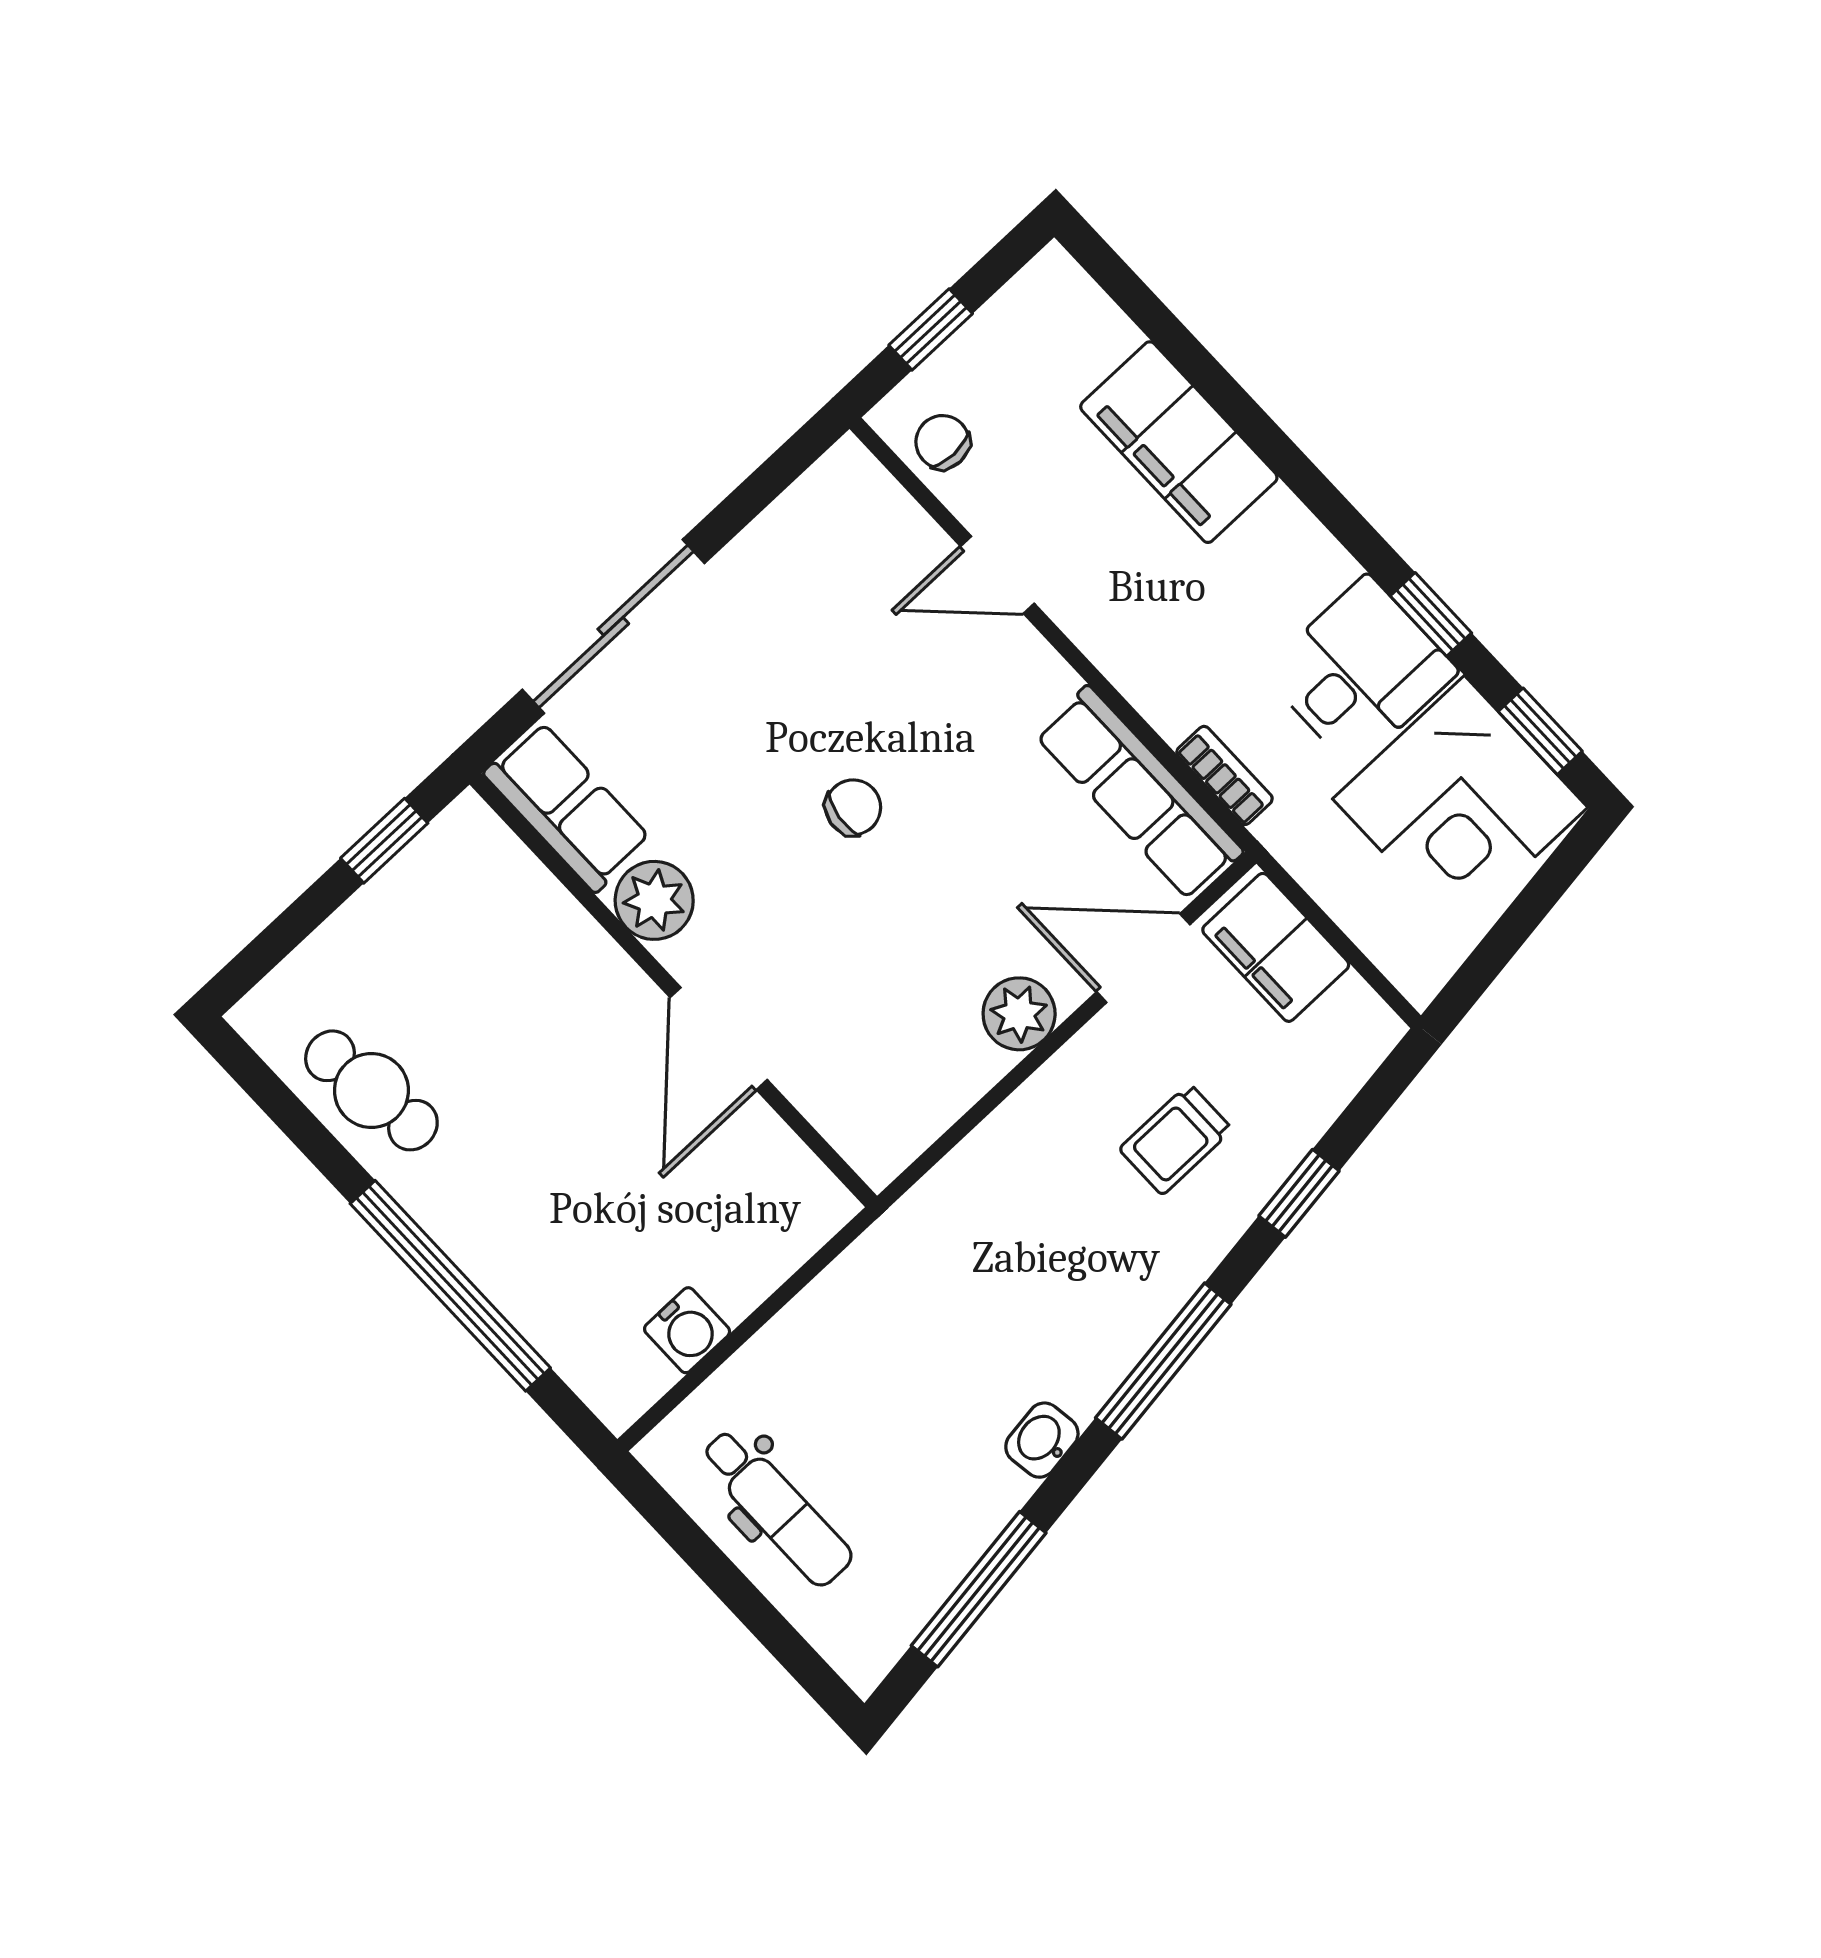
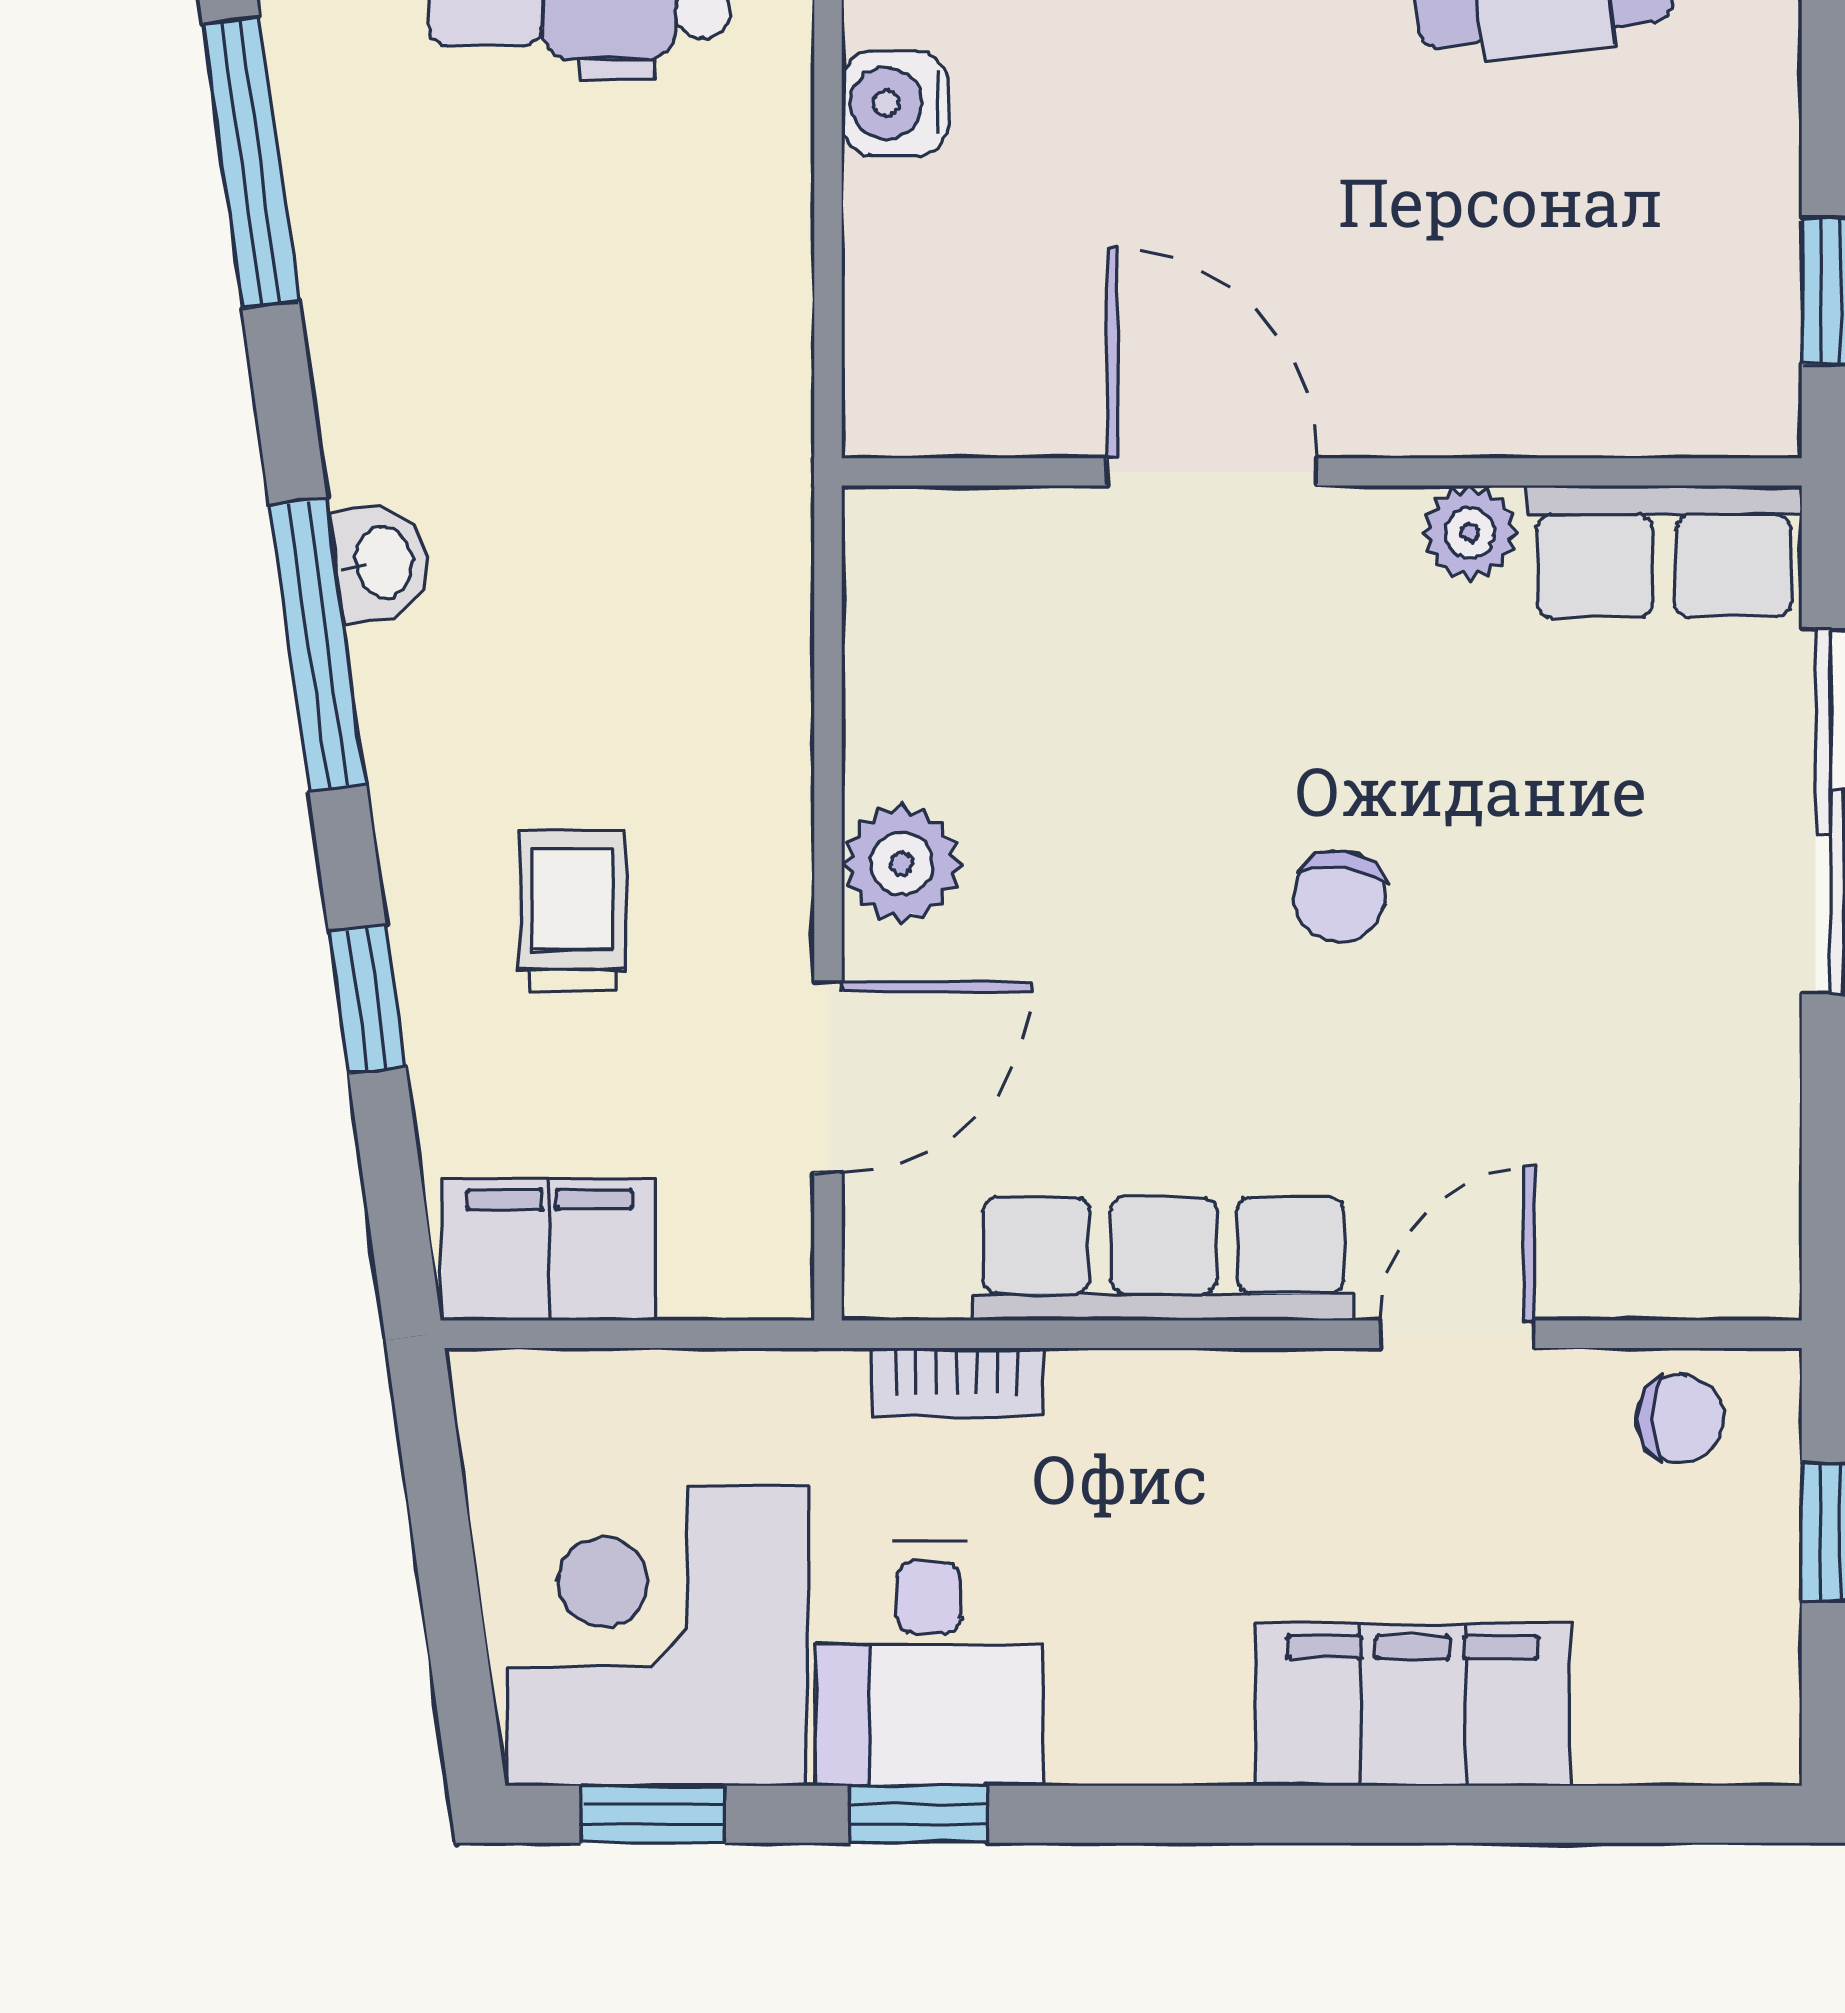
row of seats: (1139, 793) -> (1164, 1259), moved
plant: (654, 900) -> (1470, 533), width x0.73, depth x0.73
filing cabinet: (1276, 947) -> (549, 1249), moved
washbasin: (1042, 1440) -> (381, 563), moved

